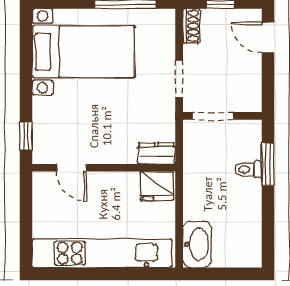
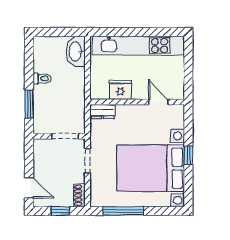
bed with nightstands: (83, 52) -> (151, 168), width x1.36
window: (26, 136) -> (188, 155), moved
toilet: (248, 169) -> (42, 79), moved
fridge: (157, 186) -> (120, 90), moved

